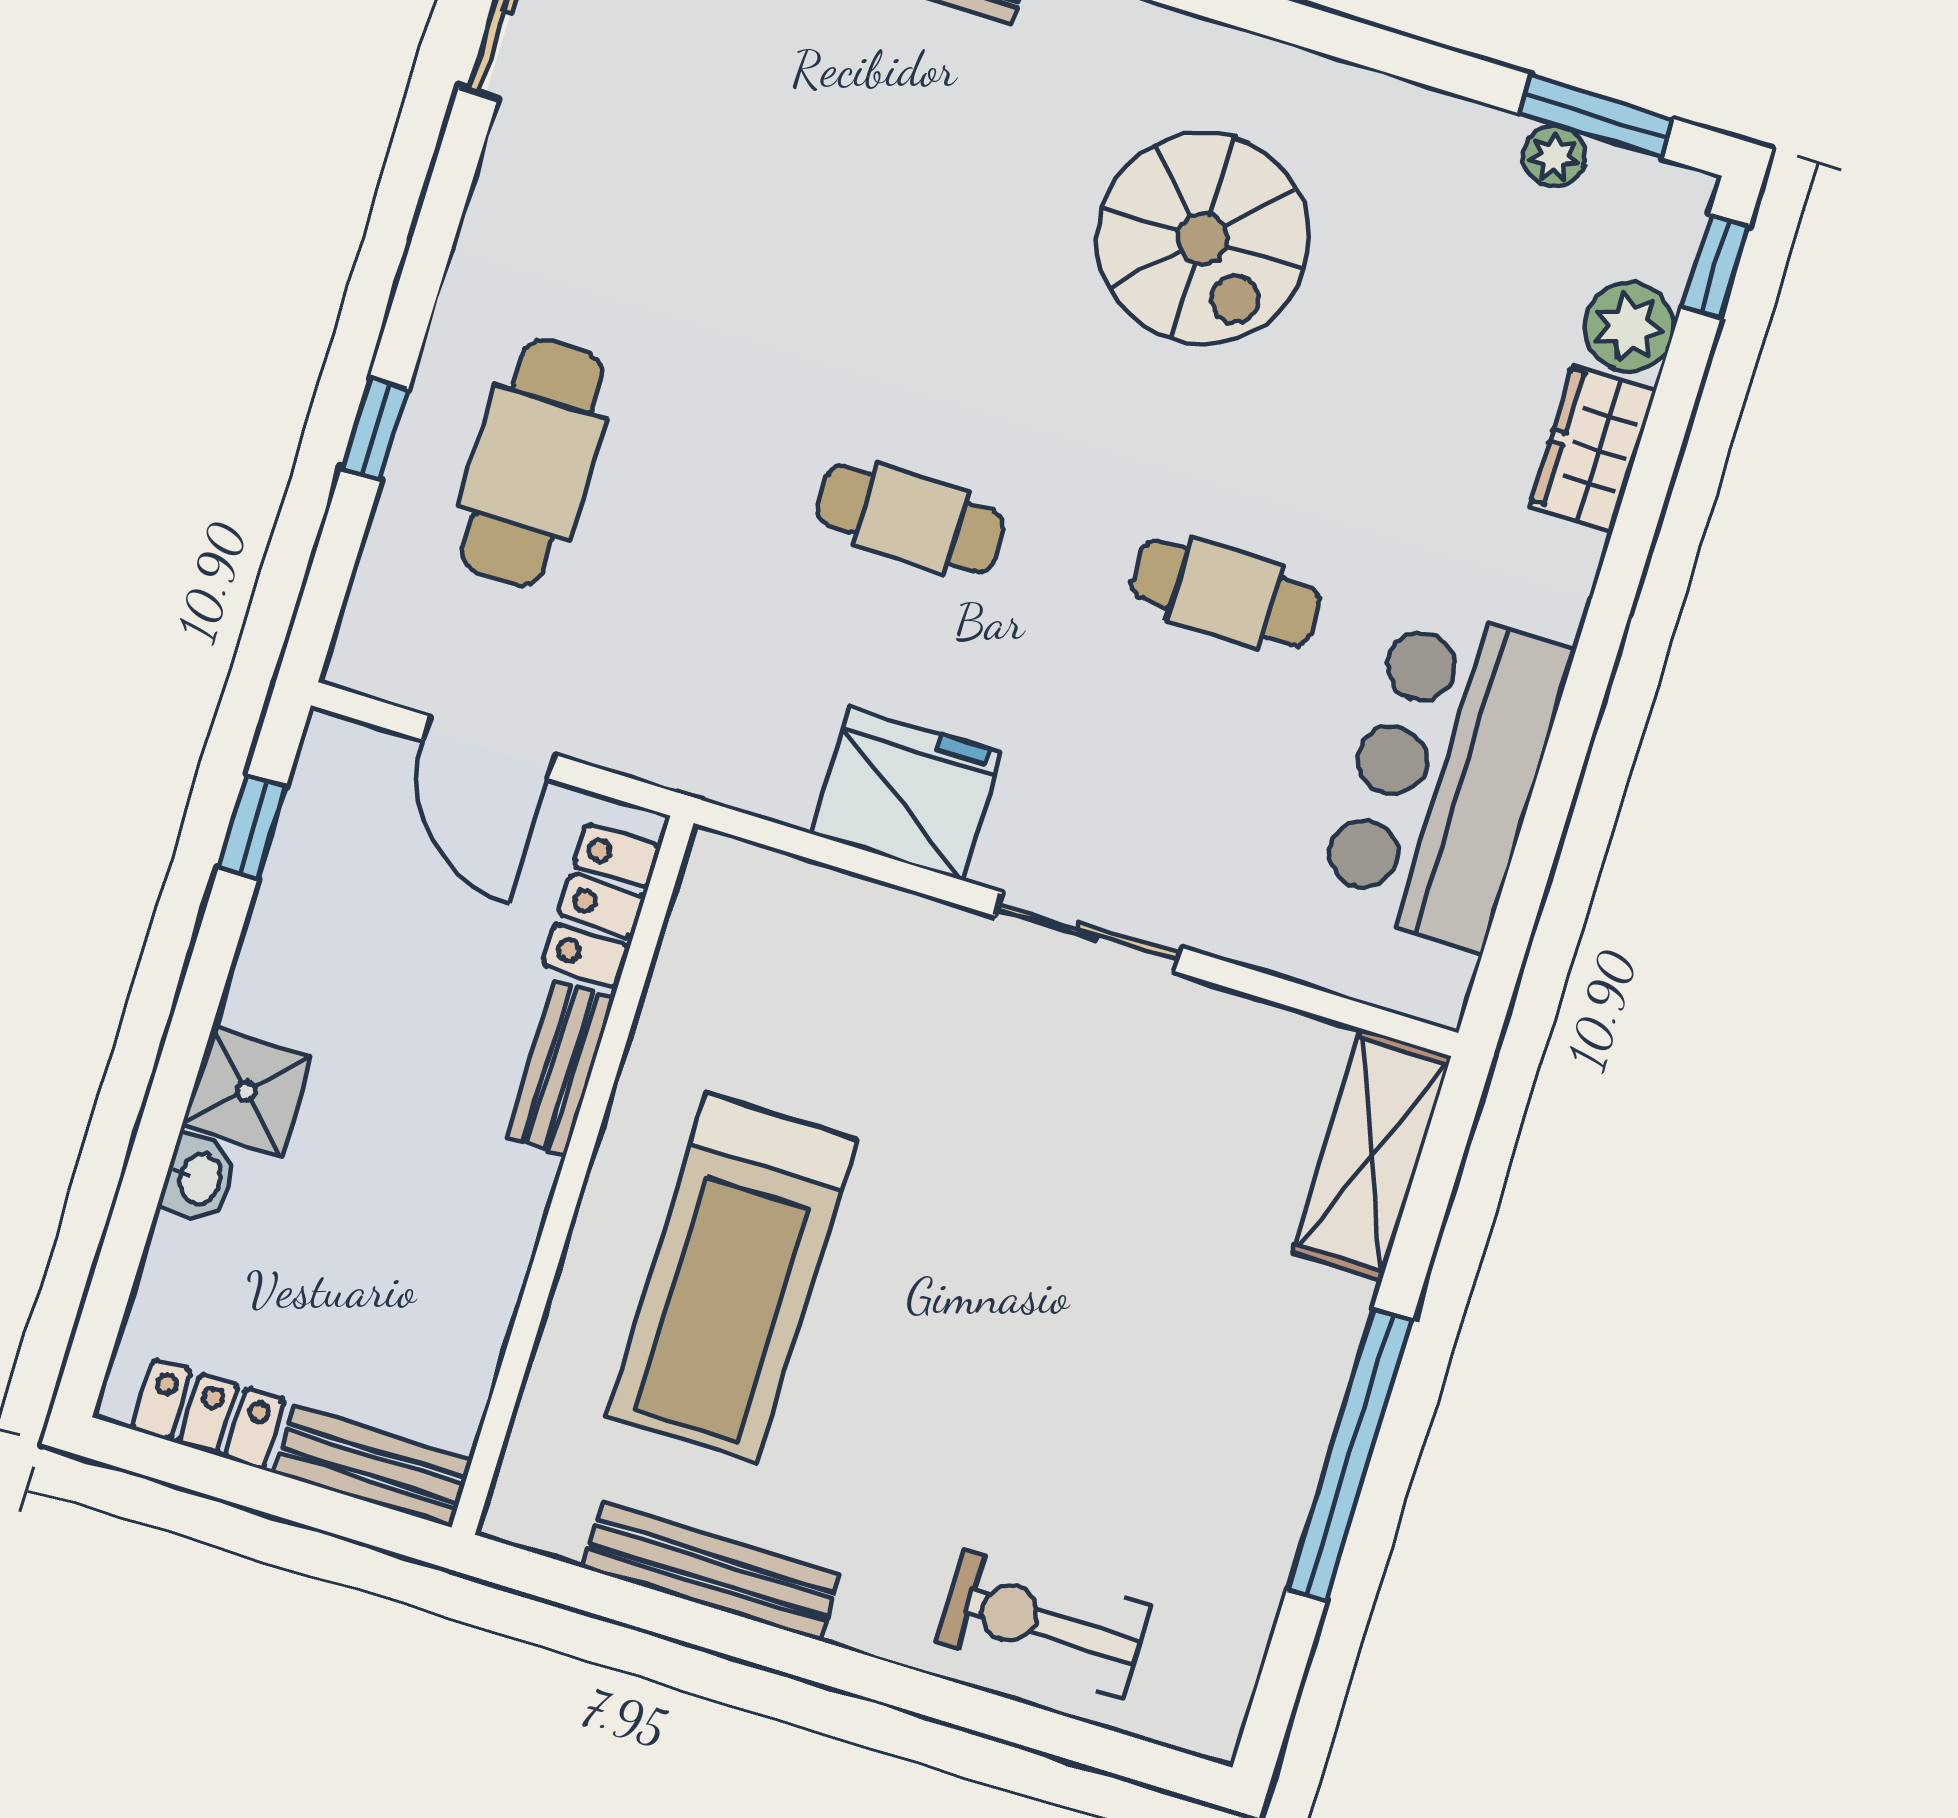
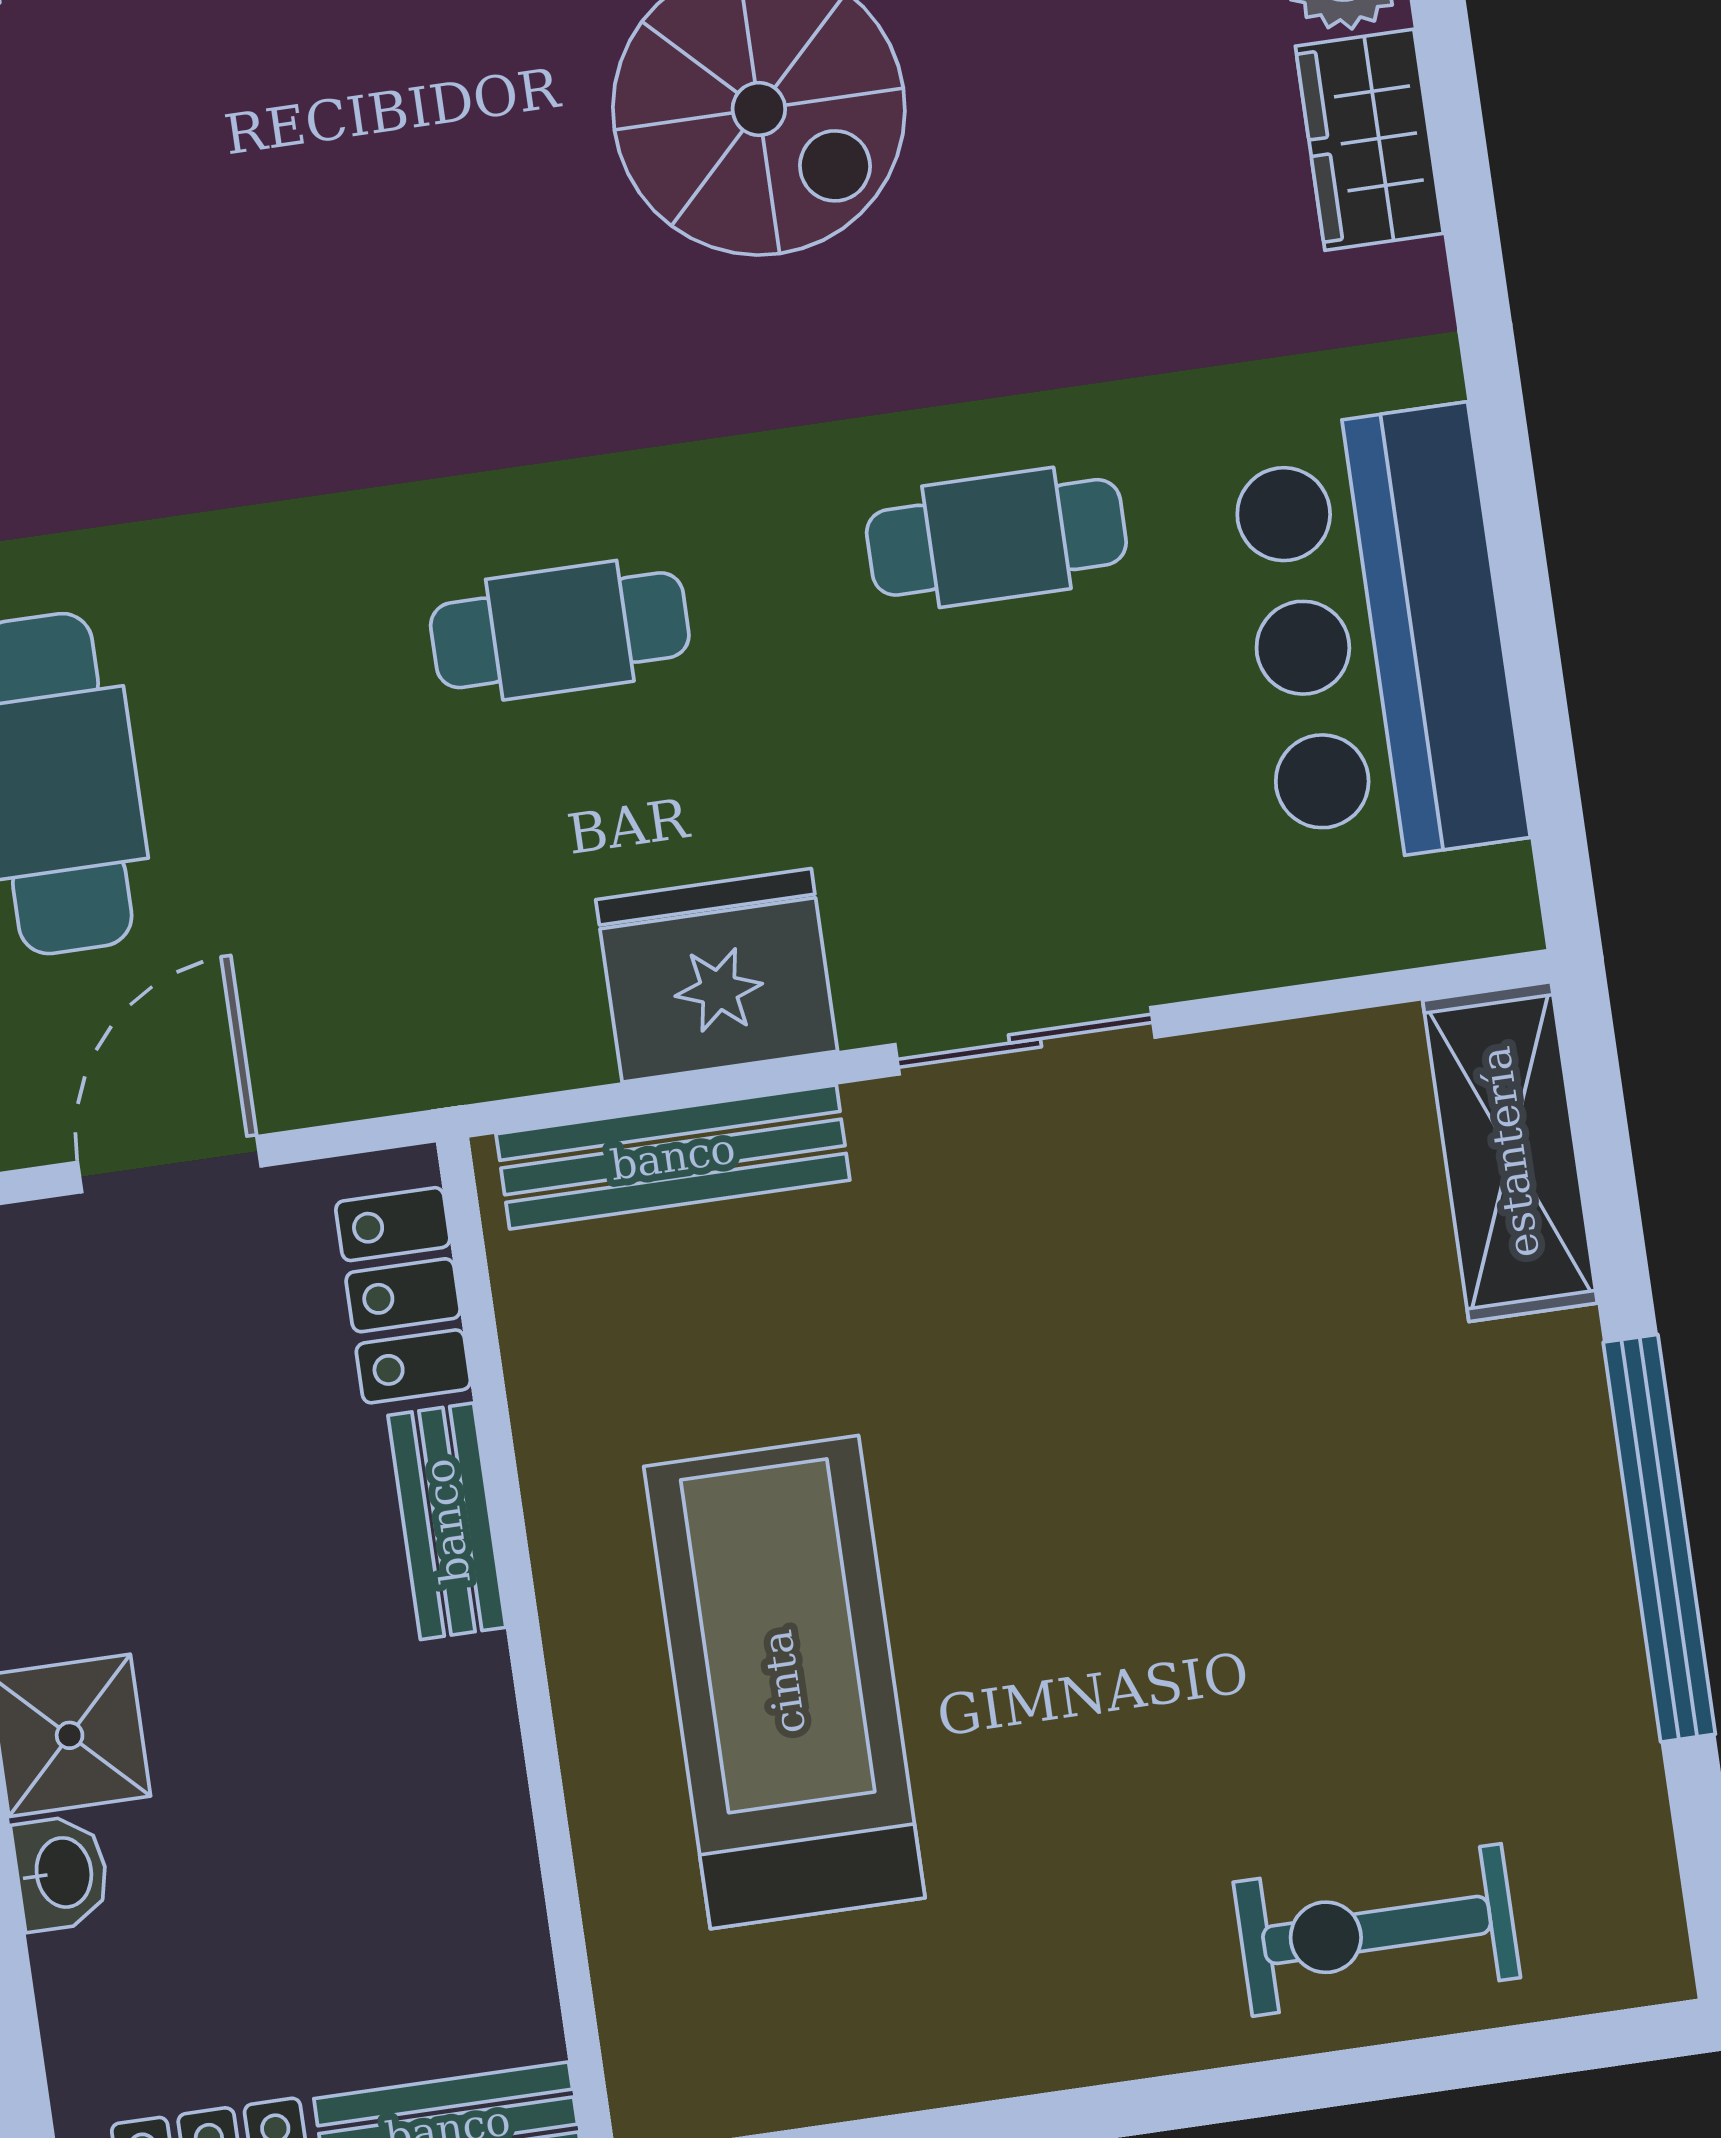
door: (489, 747) -> (169, 1164), swing flipped
treadmill: (732, 1278) -> (784, 1682), turned 180
bench: (712, 1571) -> (673, 1157), moved

